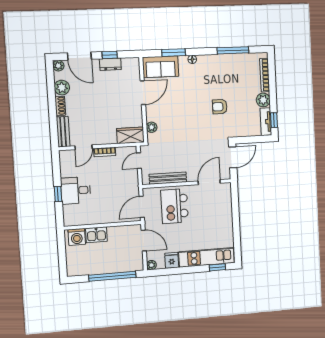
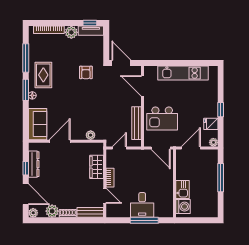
window: (174, 53) -> (26, 90), moved
door: (79, 56) -> (26, 194), hinge flipped
dresser: (110, 64) -> (34, 164), width x1.44
rug: (215, 71) -> (43, 75), added
door: (143, 93) -> (60, 141), hinge flipped
armchair: (220, 107) -> (86, 72), moved
wardrobe: (130, 135) -> (97, 167), moved
door: (139, 161) -> (119, 148), swing flipped
window: (58, 194) -> (144, 220), width x2.17
kitchen unit: (207, 257) -> (183, 73), moved, turned -90
window: (217, 267) -> (221, 110), moved
window: (112, 276) -> (221, 178), width x0.68

